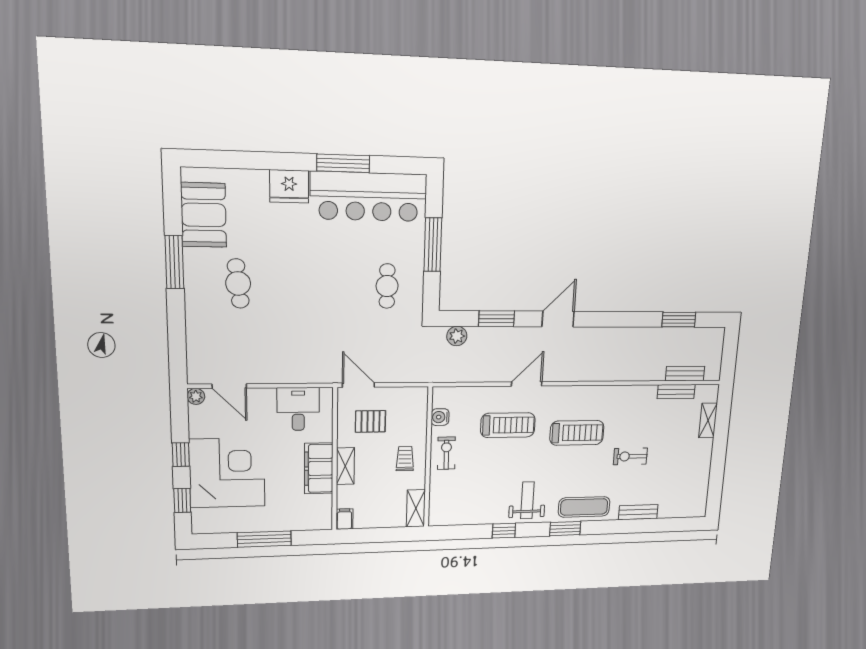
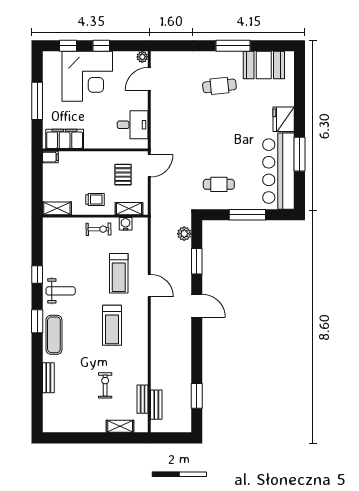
exercise bike: (630, 456) -> (105, 385), moved
shelving: (345, 466) -> (129, 209), moved
filing cabinet: (319, 468) -> (65, 139), moved

